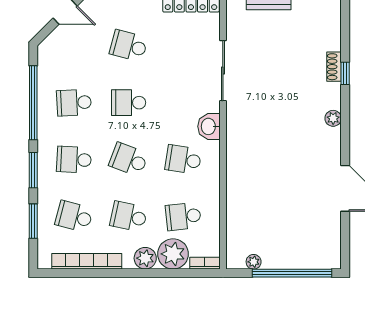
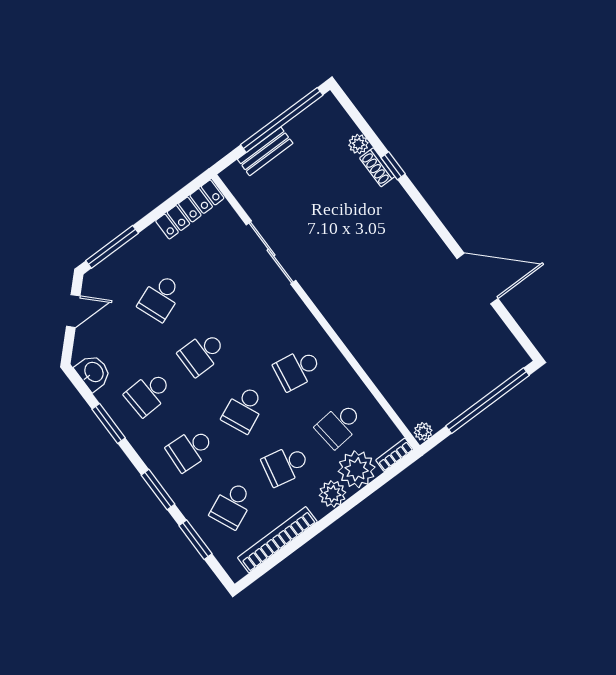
school desk: (129, 46) -> (160, 298), turned -36
window: (33, 103) -> (109, 423), width x0.47
plant: (333, 118) -> (358, 144), moved
washbasin: (209, 126) -> (93, 372), moved, turned 180
school desk: (129, 160) -> (244, 409), turned -45
school desk: (74, 216) -> (232, 505), turned -39
plant: (254, 262) -> (423, 431), moved

